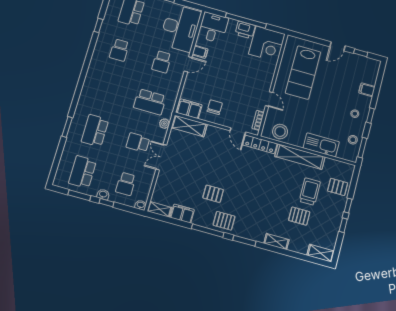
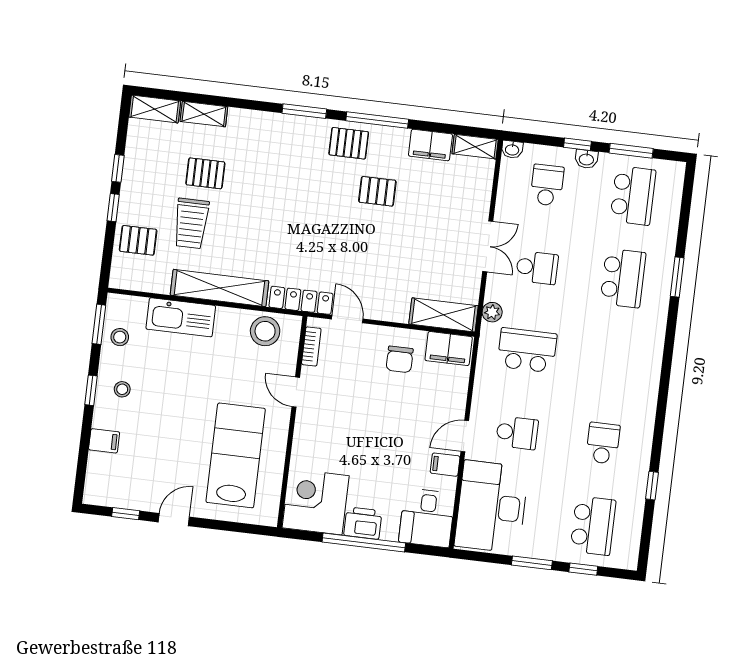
school desk: (162, 62) -> (517, 433), turned 90
shelving: (276, 242) -> (204, 114), moved

